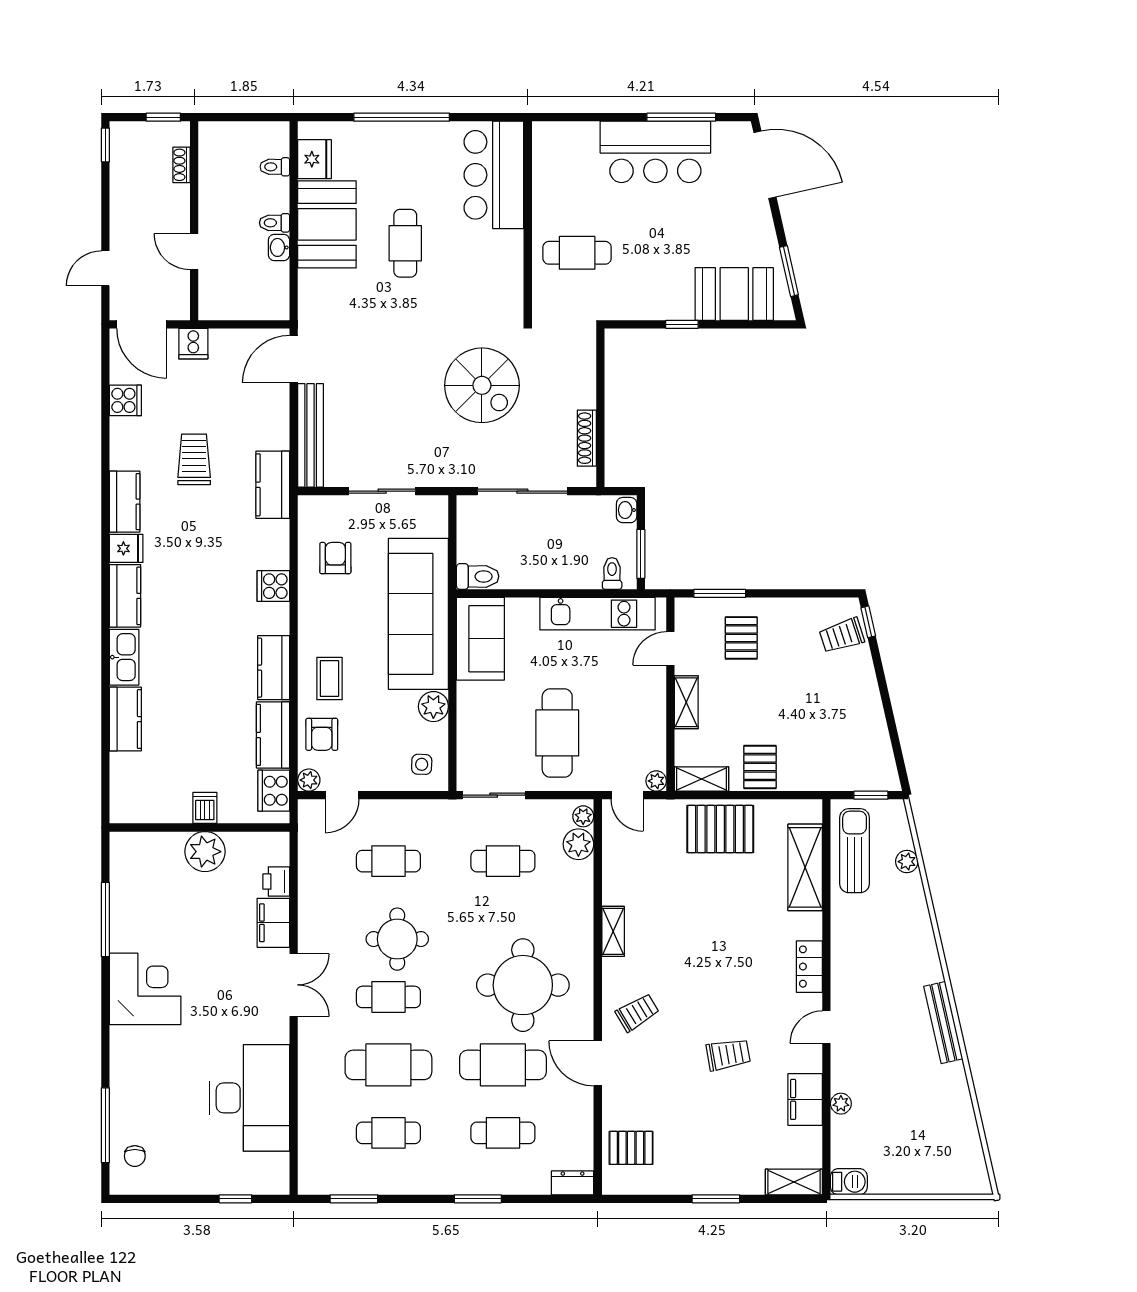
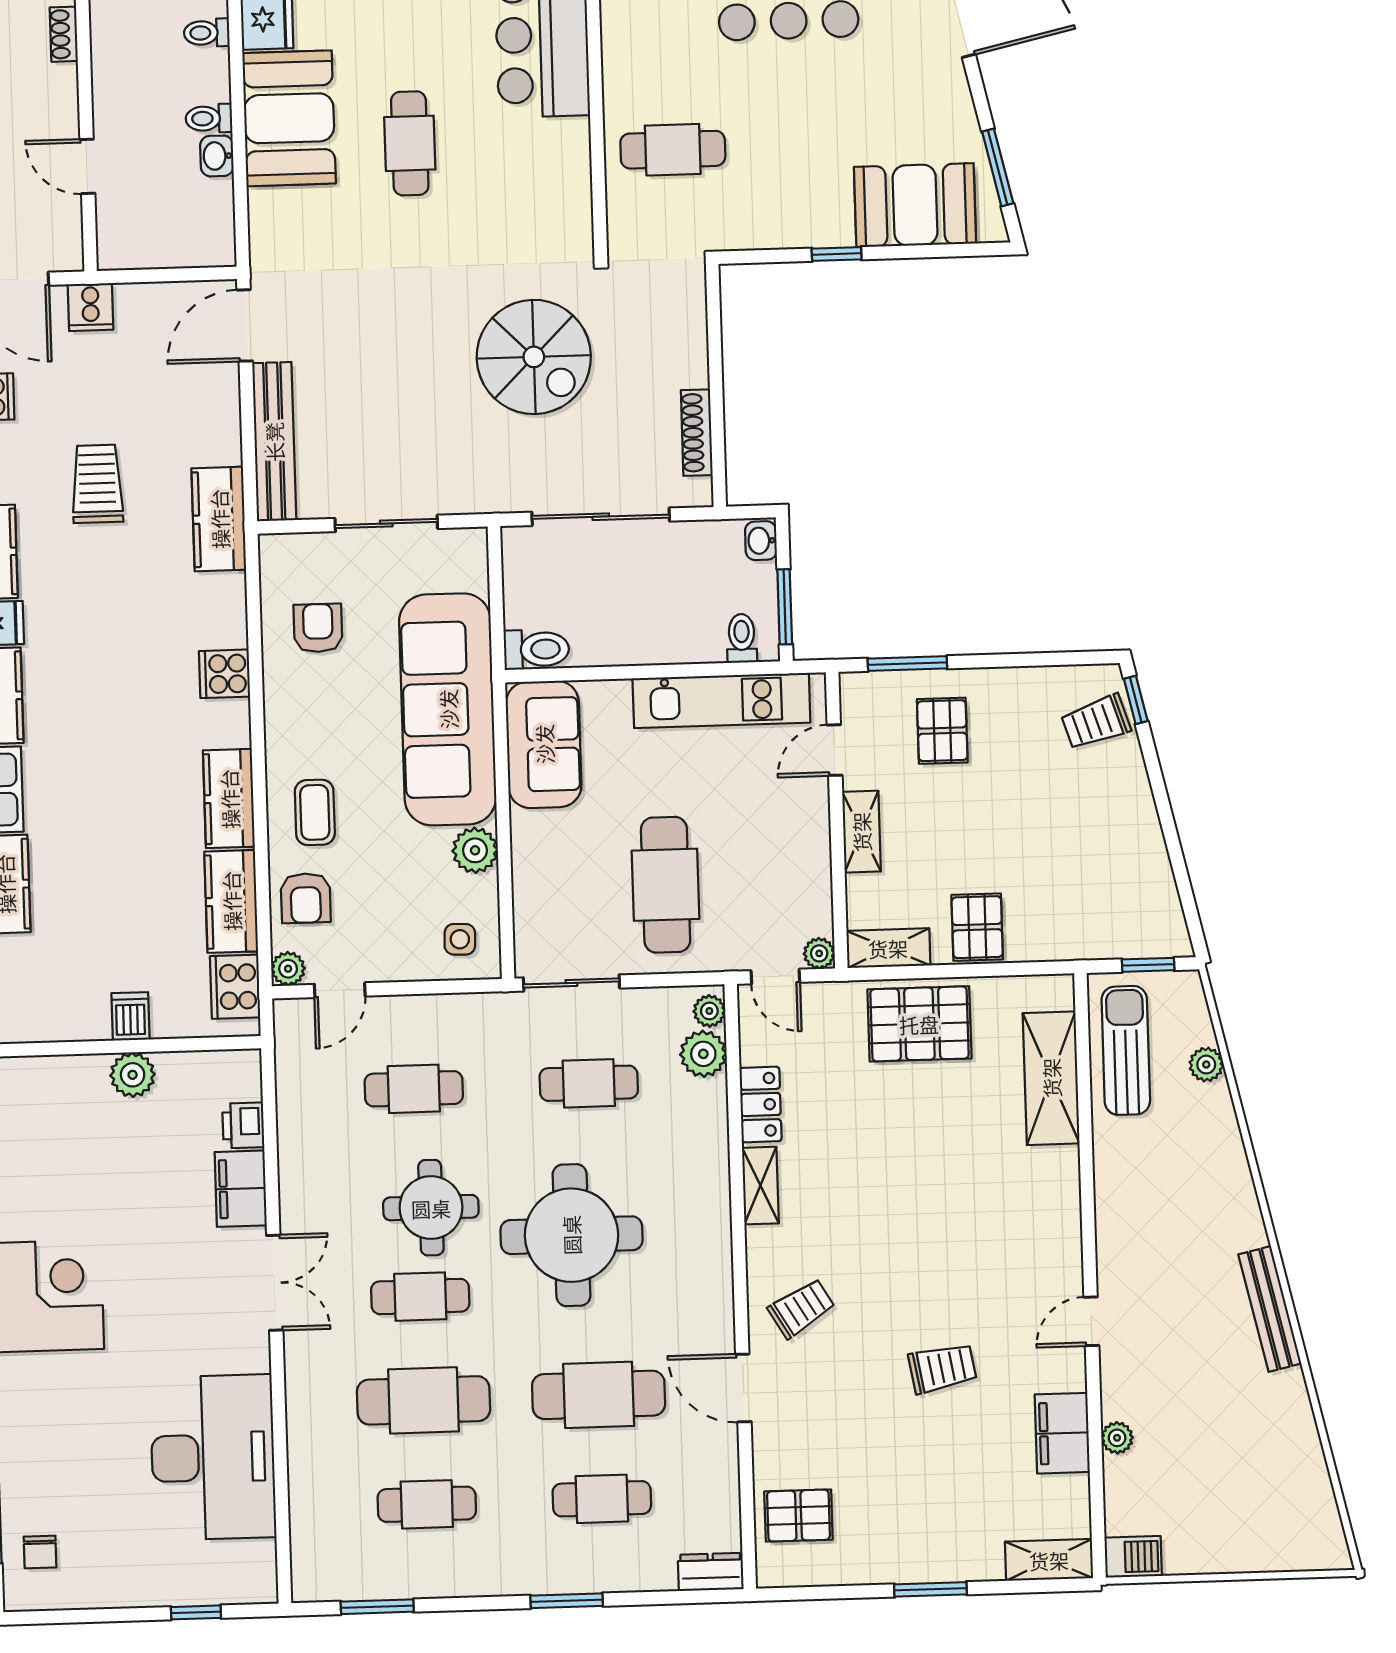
plant: (205, 852) -> (133, 1075), width x0.73, depth x0.73
locker: (809, 967) -> (761, 1104), moved, turned 180
round table: (523, 985) -> (571, 1235), moved

